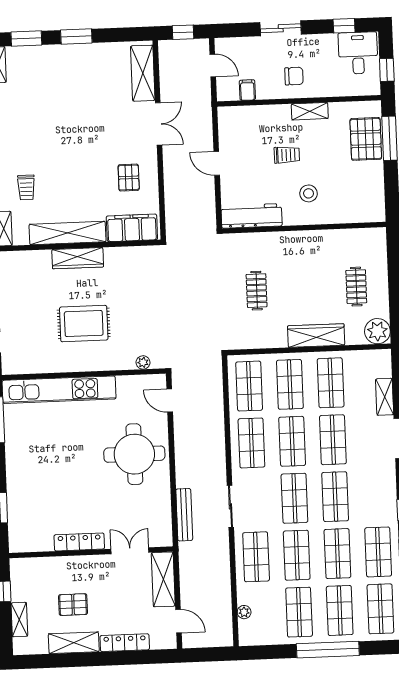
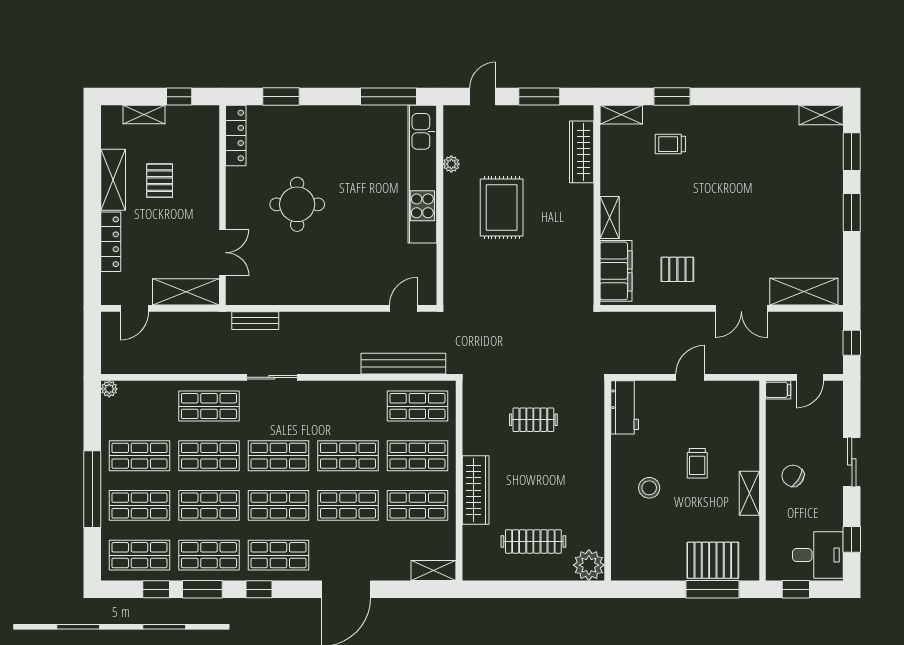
chair: (294, 76) -> (793, 476), turned 122
filing cabinet: (247, 90) -> (778, 390), moved
workbench: (252, 216) -> (625, 407), width x0.73
shelving: (68, 233) -> (610, 218), width x0.45, depth x0.75
wardrobe: (78, 258) -> (582, 152), moved
clothes rail: (356, 287) -> (533, 541), width x1.36
plant: (377, 331) -> (589, 565), moved
plant: (143, 362) -> (451, 164), moved
shelving: (385, 397) -> (434, 571), moved
bench: (215, 399) -> (403, 364), added
shop shelf: (251, 443) -> (278, 555), moved
round table: (134, 454) -> (297, 204), moved, width x0.73, depth x0.73
bench: (184, 515) -> (255, 321), width x0.73
locker: (79, 542) -> (236, 135), moved
plant: (244, 612) -> (109, 389), moved

